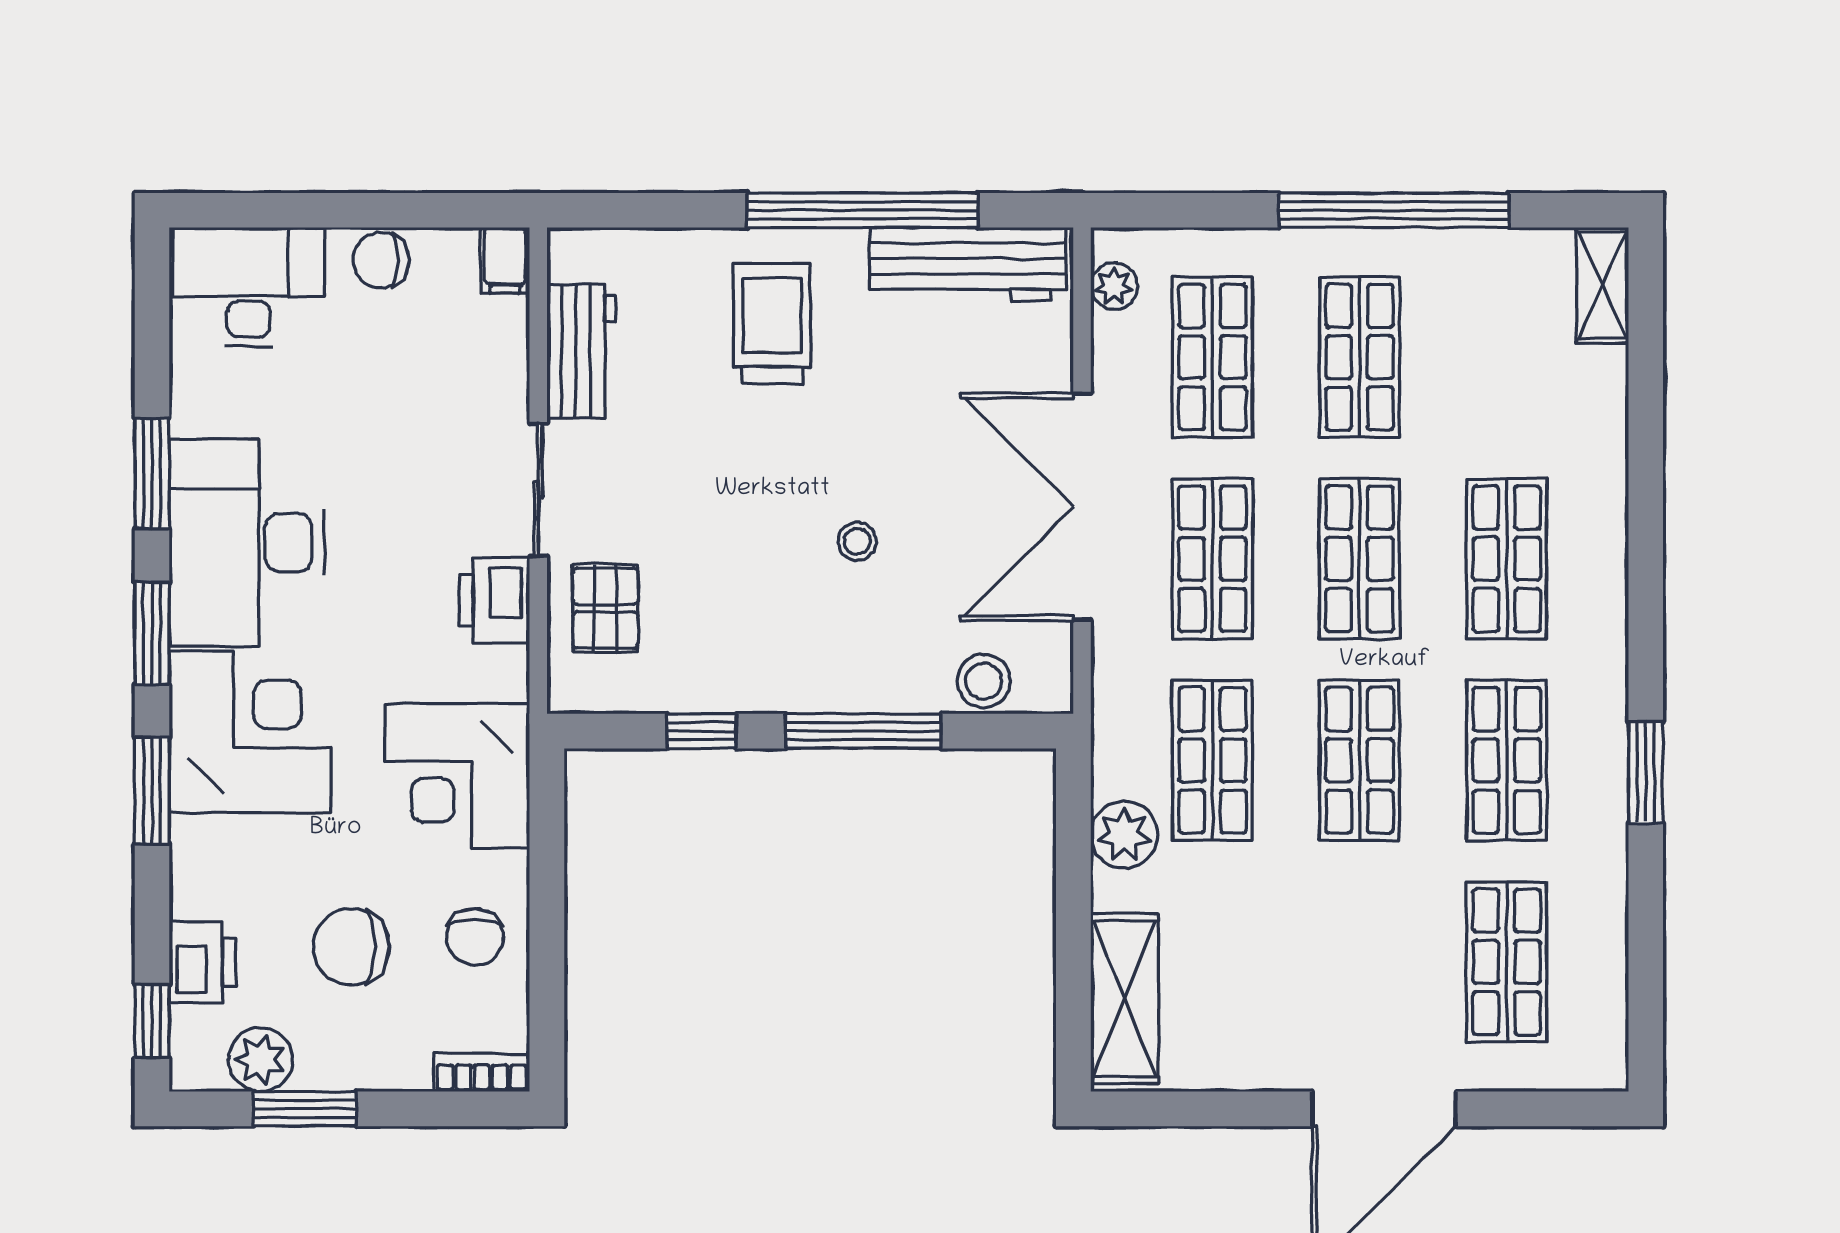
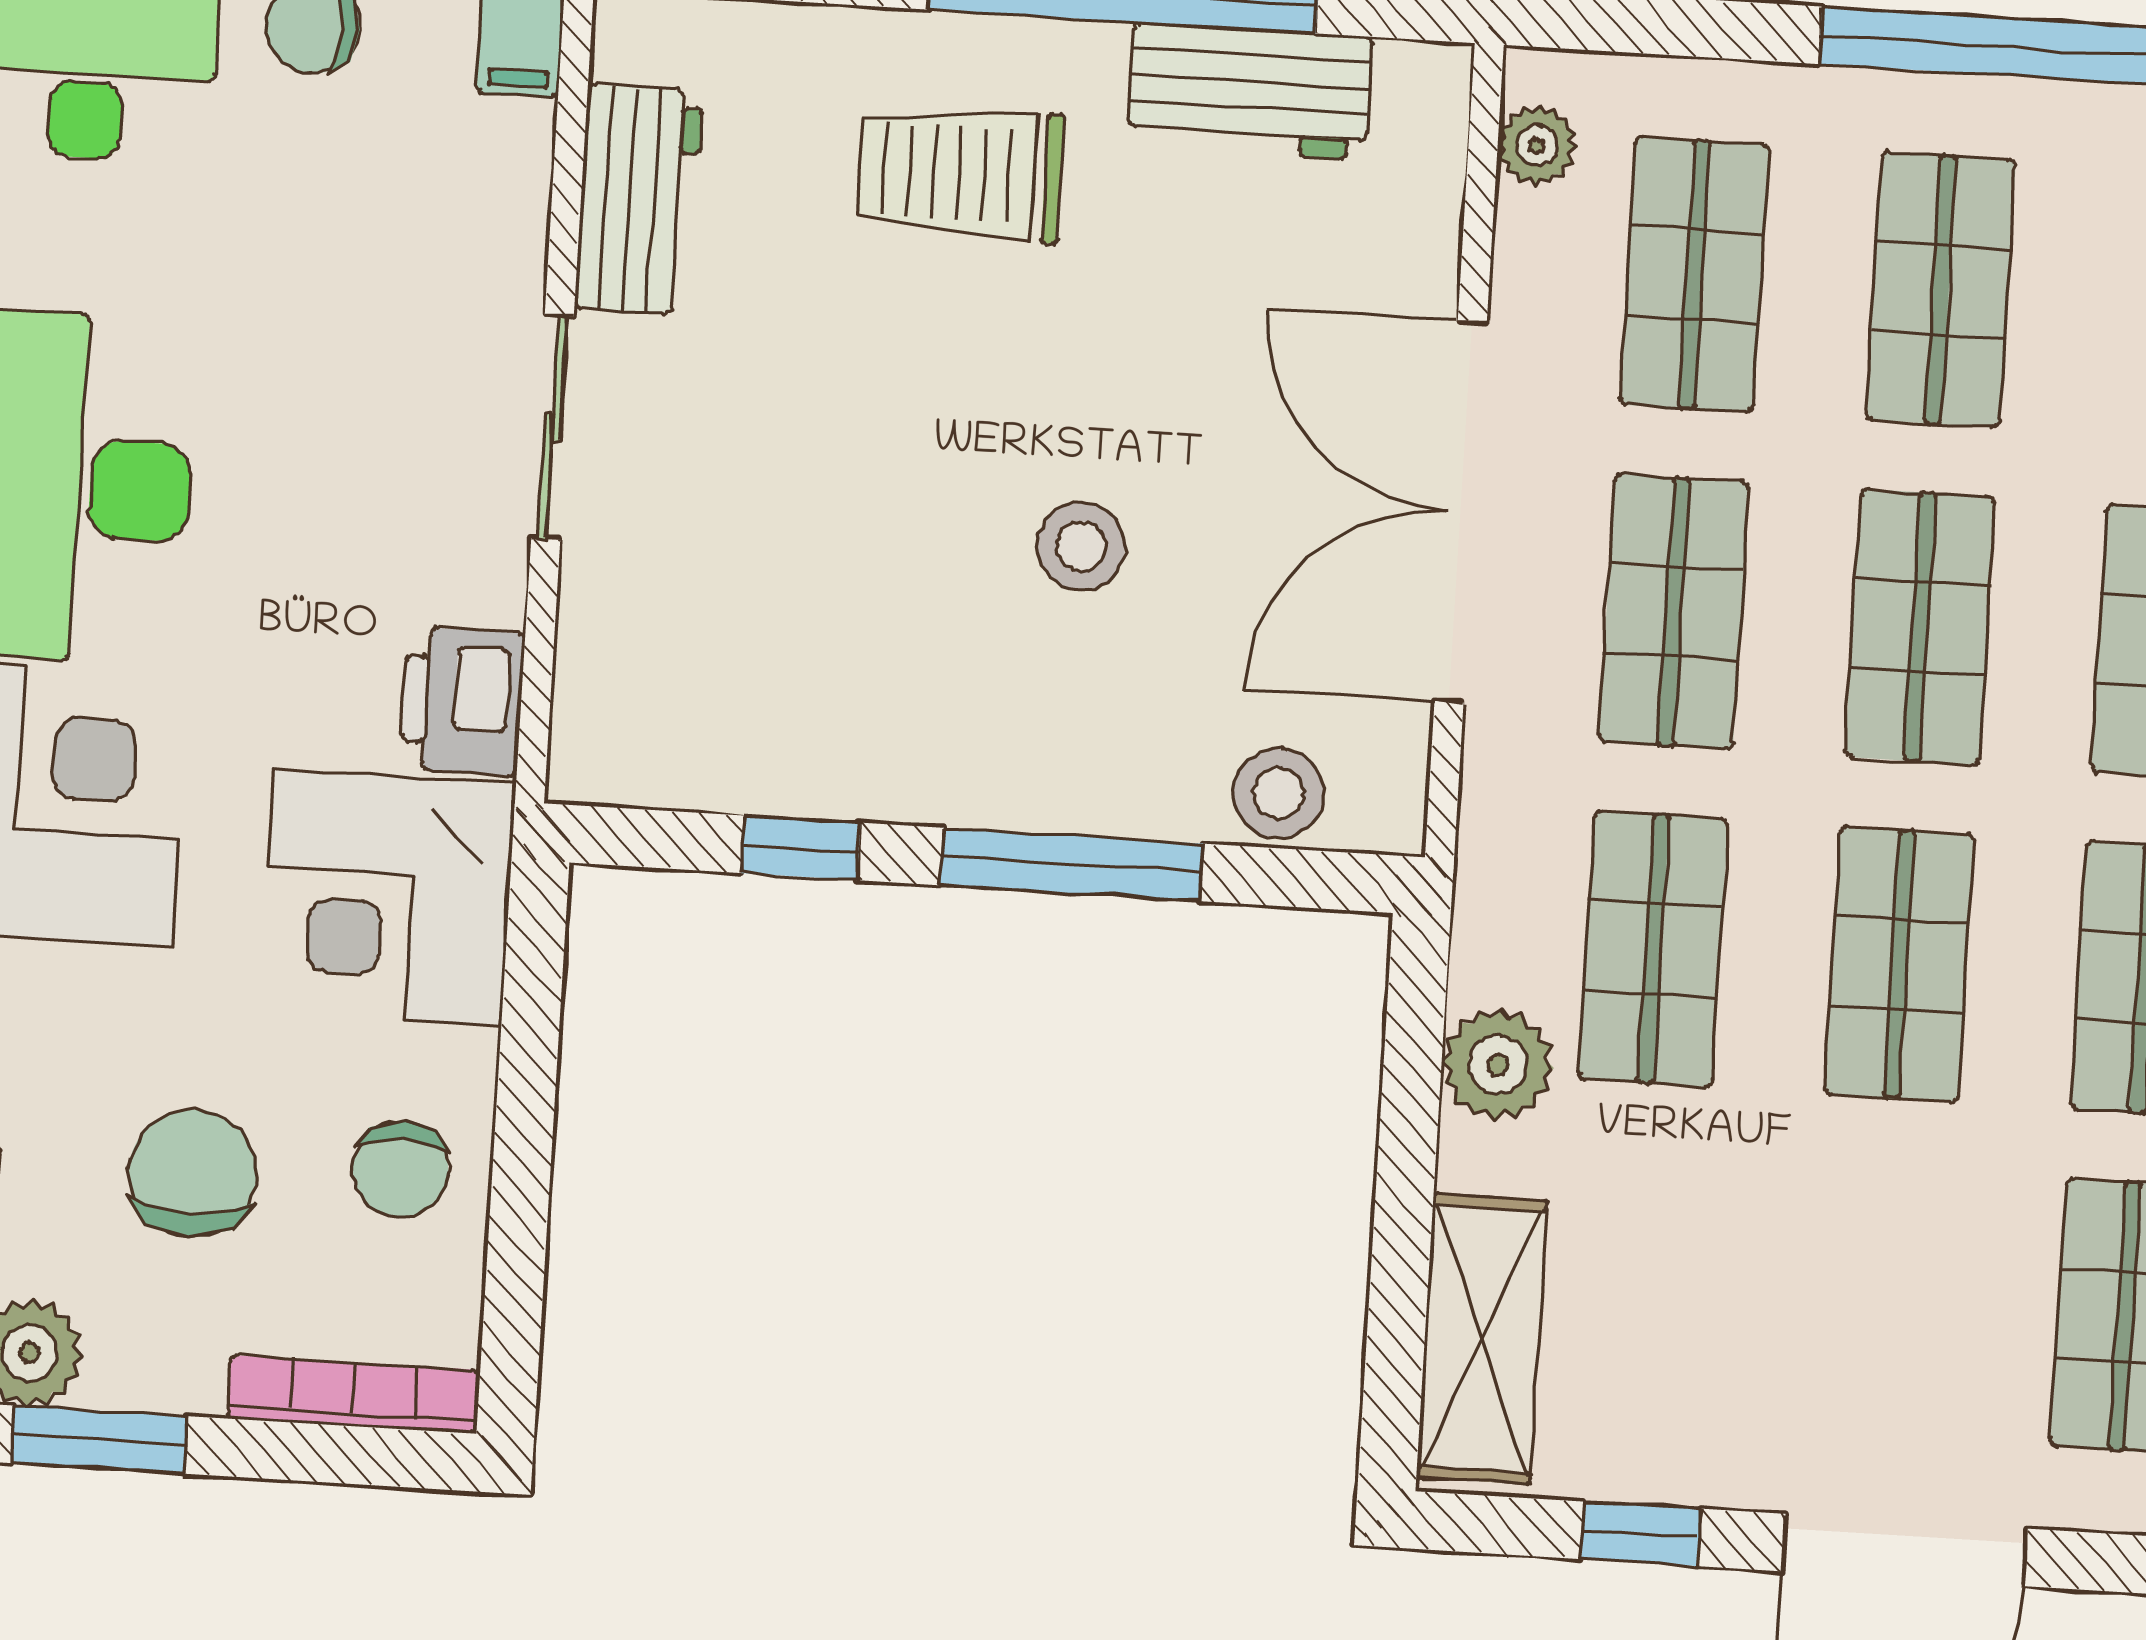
workbench: (968, 264) -> (1250, 91), width x0.73
trolley: (772, 324) -> (961, 173), turned -90
stool: (857, 541) -> (1081, 546), width x1.37, depth x1.37
printer: (494, 600) -> (462, 701), moved
pallet: (605, 608) -> (653, 632), removed
chair: (351, 947) -> (193, 1173), turned 90
bookcase: (482, 1073) -> (354, 1394), width x1.56
window: (1226, 1109) -> (1641, 1534), added

